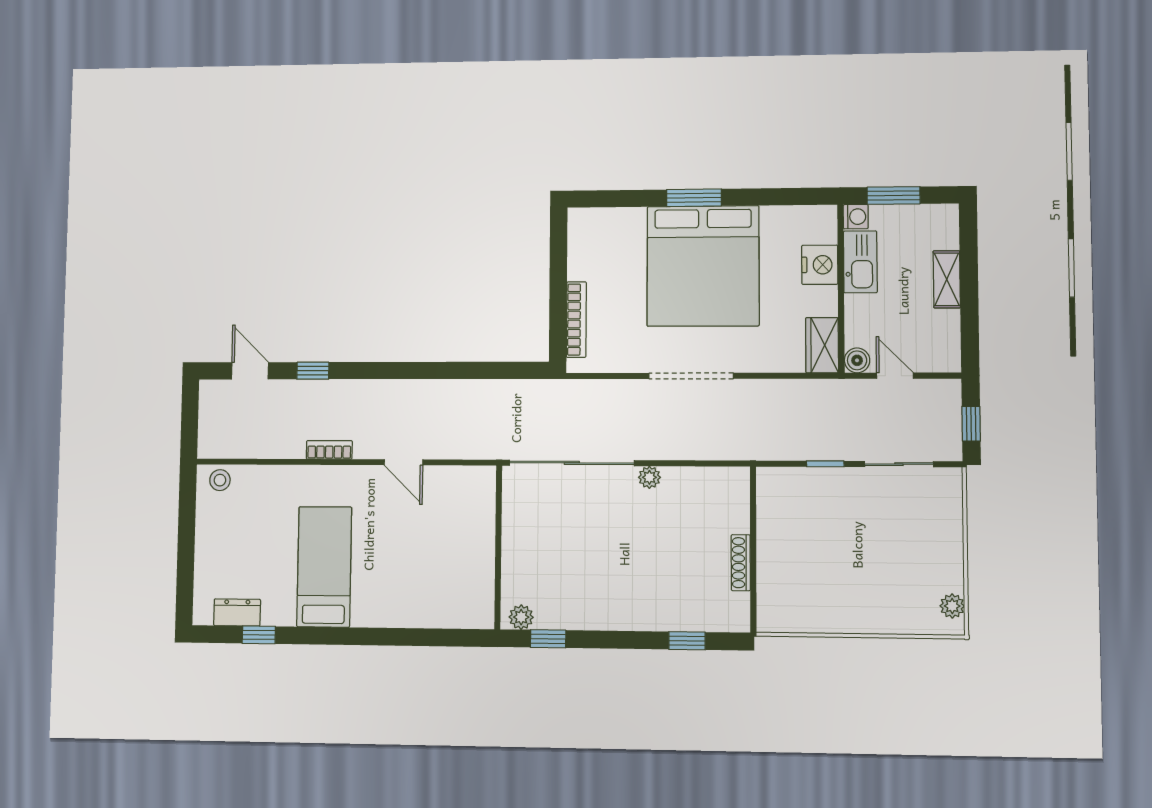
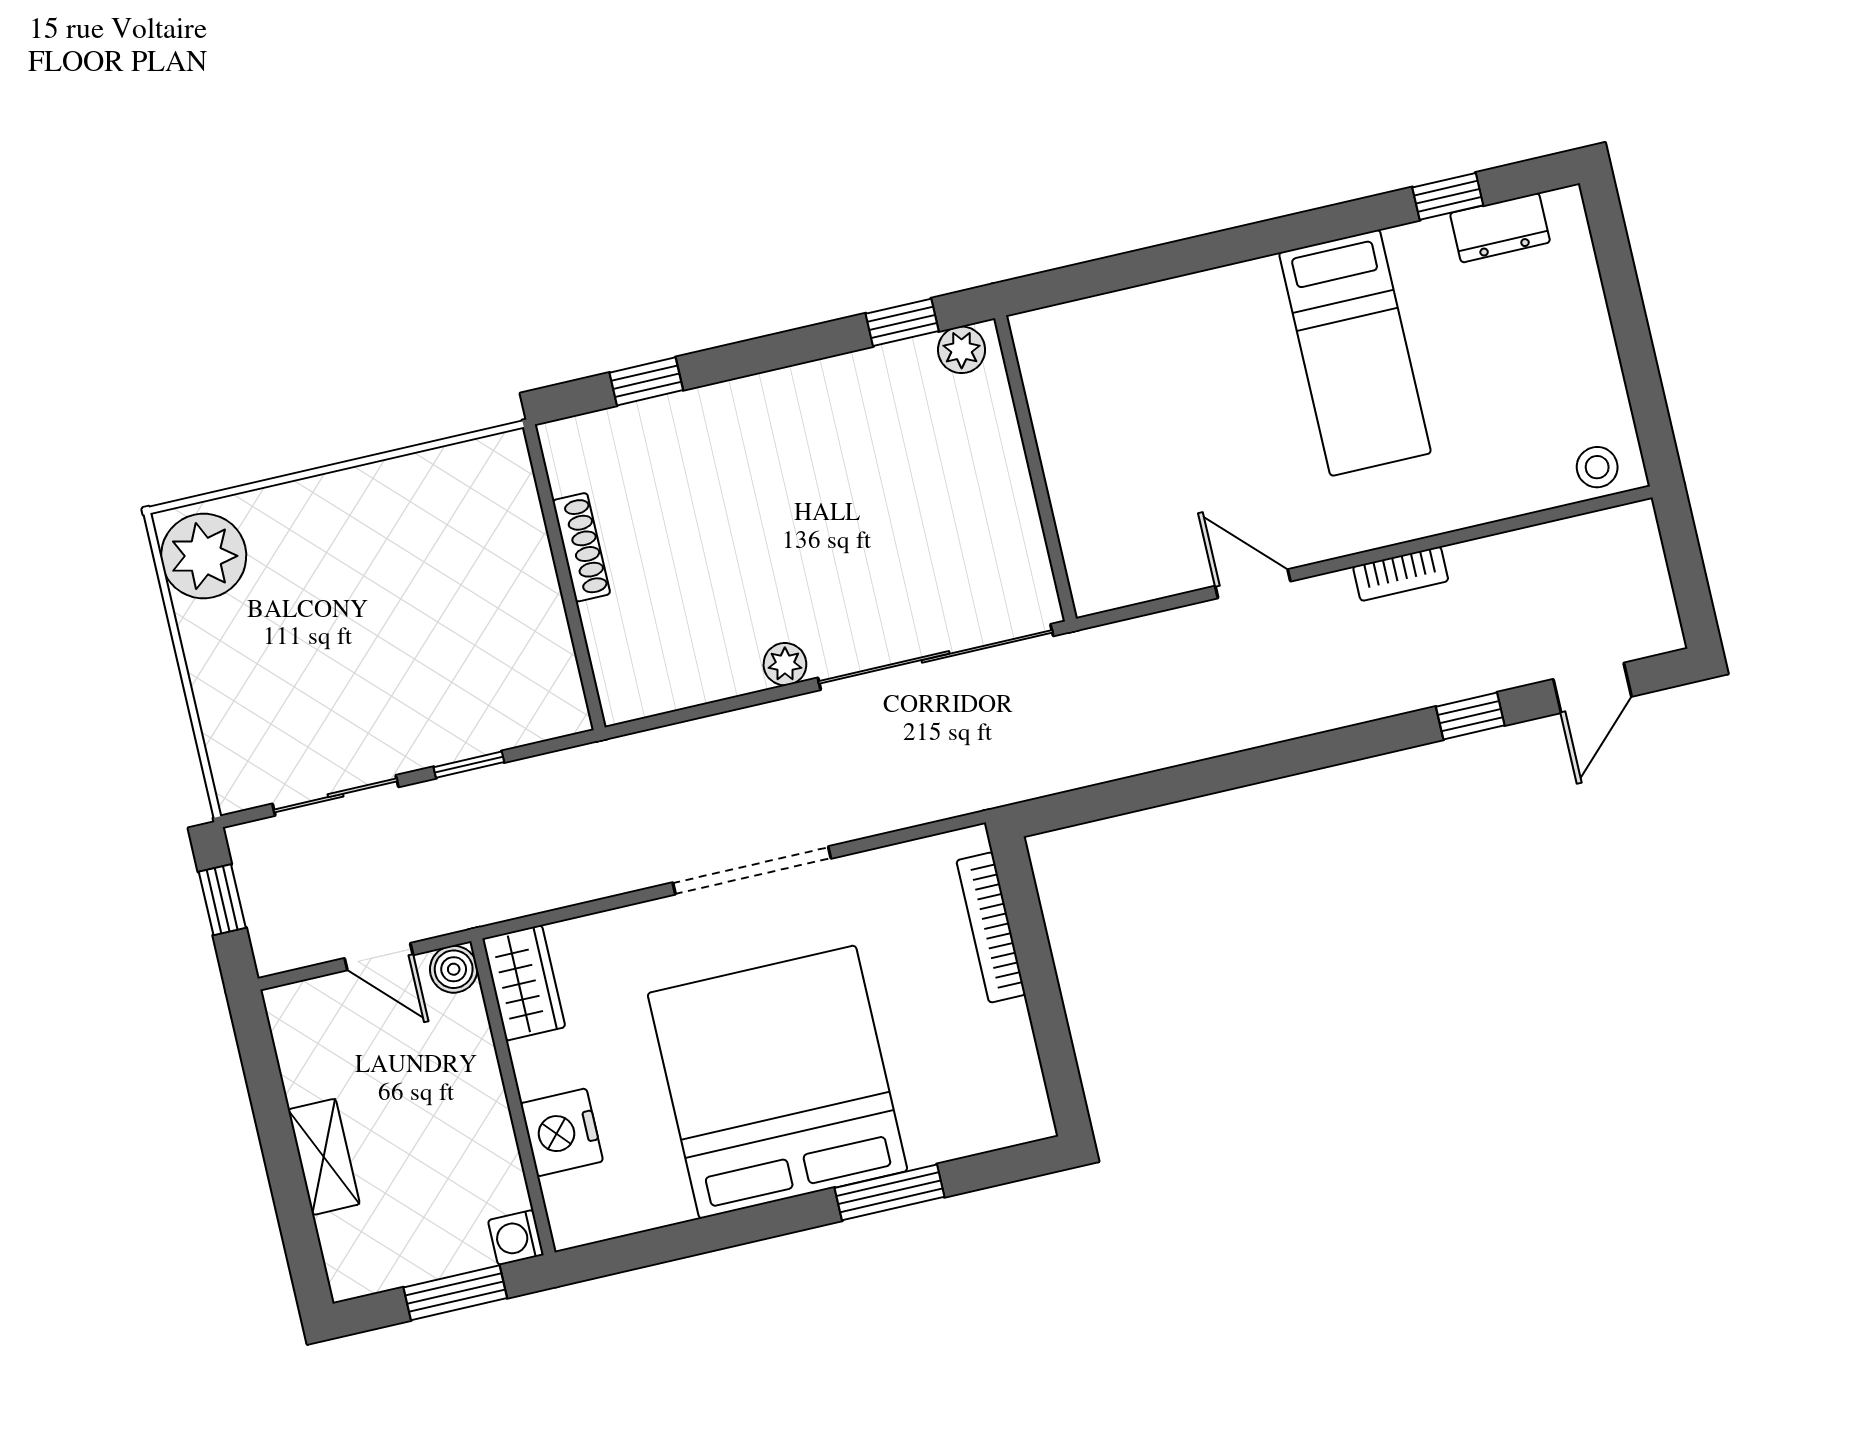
window: (694, 198) -> (890, 1192), moved
kitchen sink: (860, 262) -> (489, 1154), removed
door: (250, 371) -> (1592, 688), hinge flipped
plant: (952, 606) -> (204, 556), width x1.87, depth x1.87

